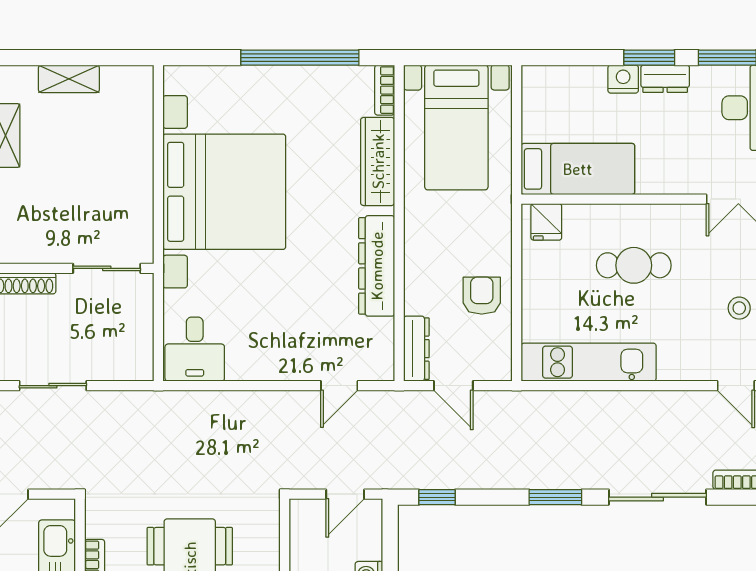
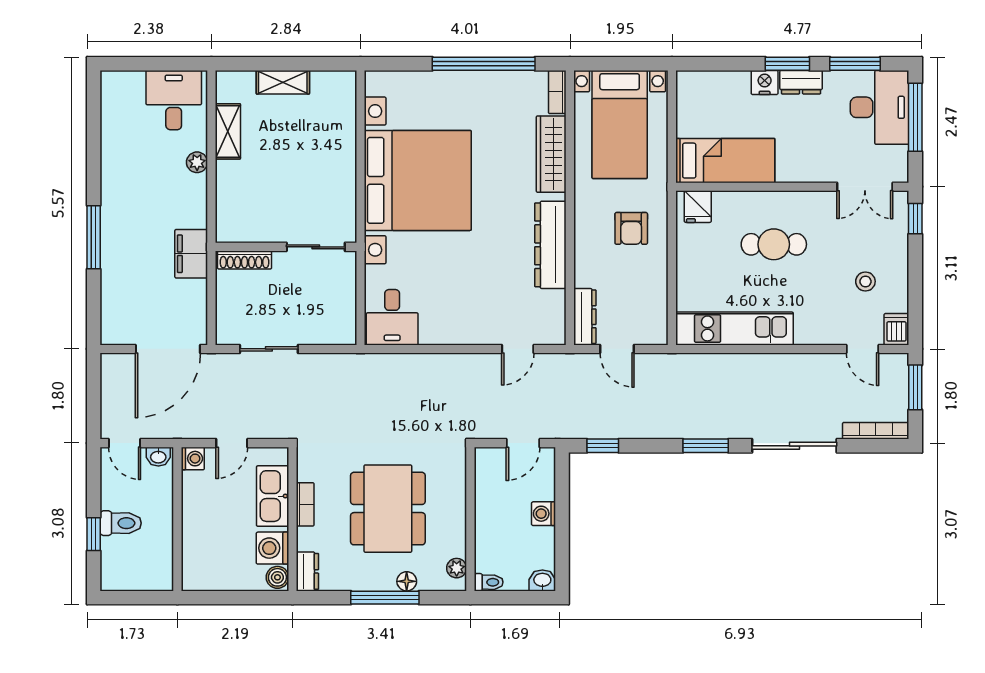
armchair: (482, 296) -> (631, 228), moved, turned 180

